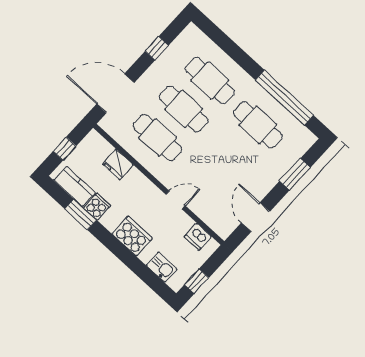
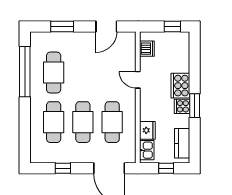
cooker: (97, 207) -> (182, 106), moved
window: (81, 214) -> (195, 106), moved
kitchen sink: (162, 267) -> (147, 150), moved, turned 180

